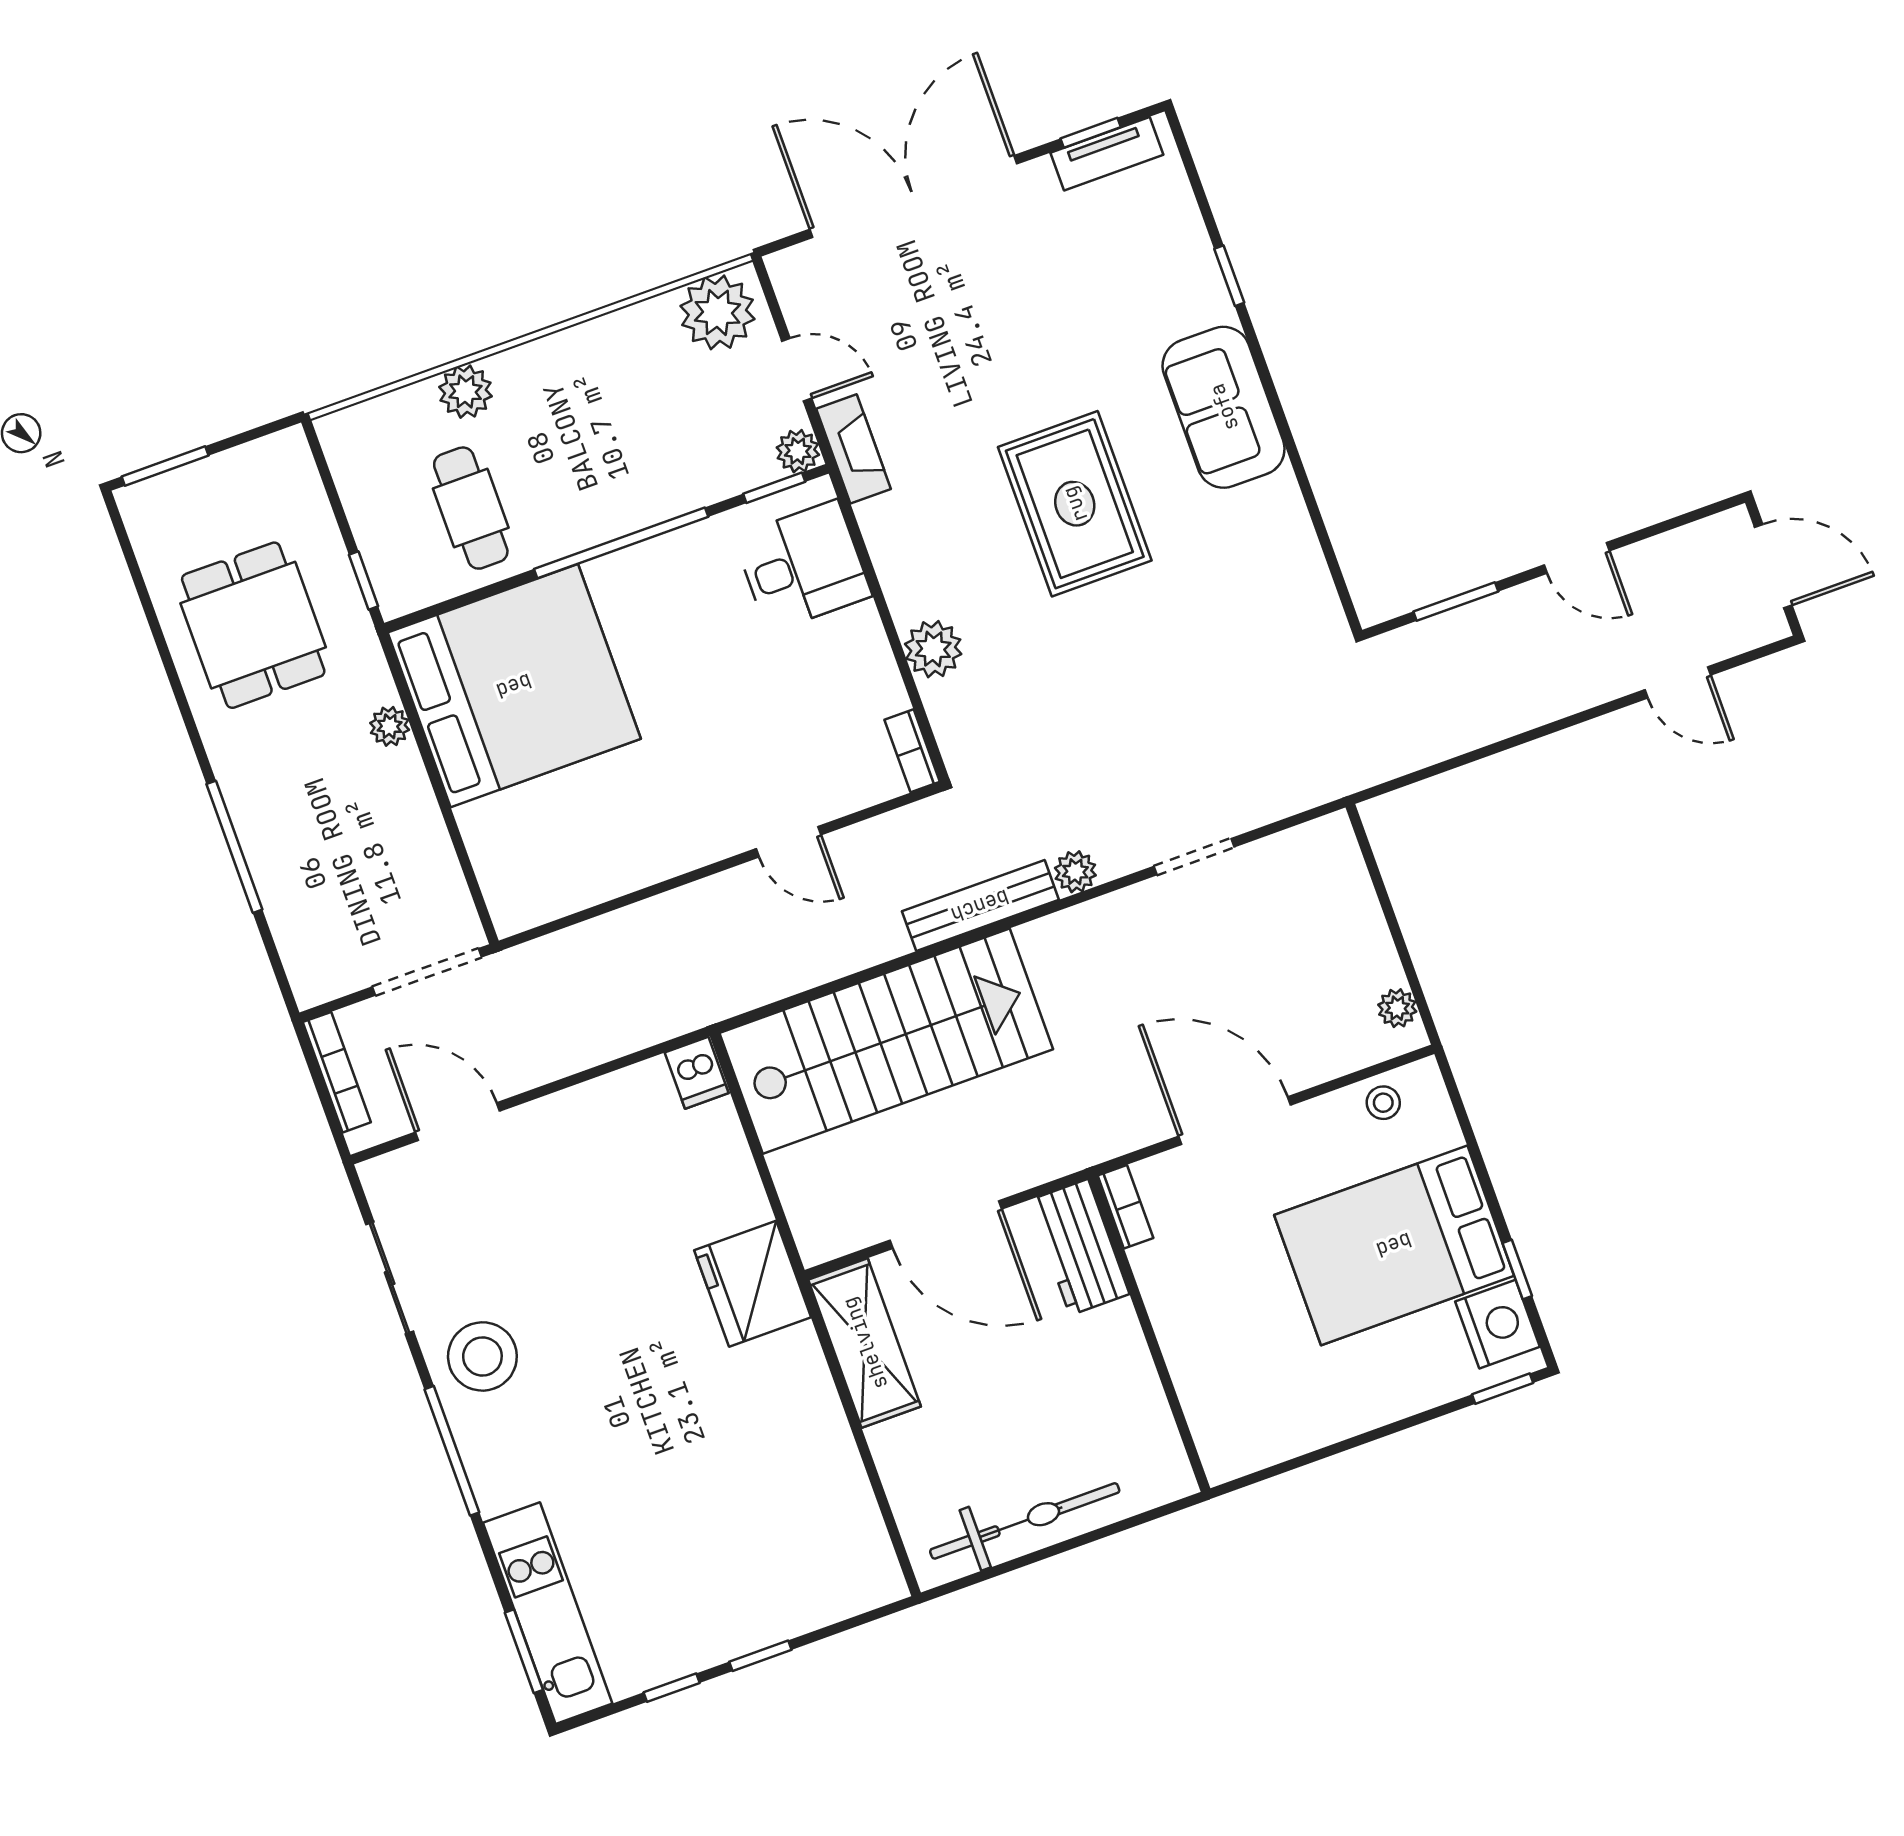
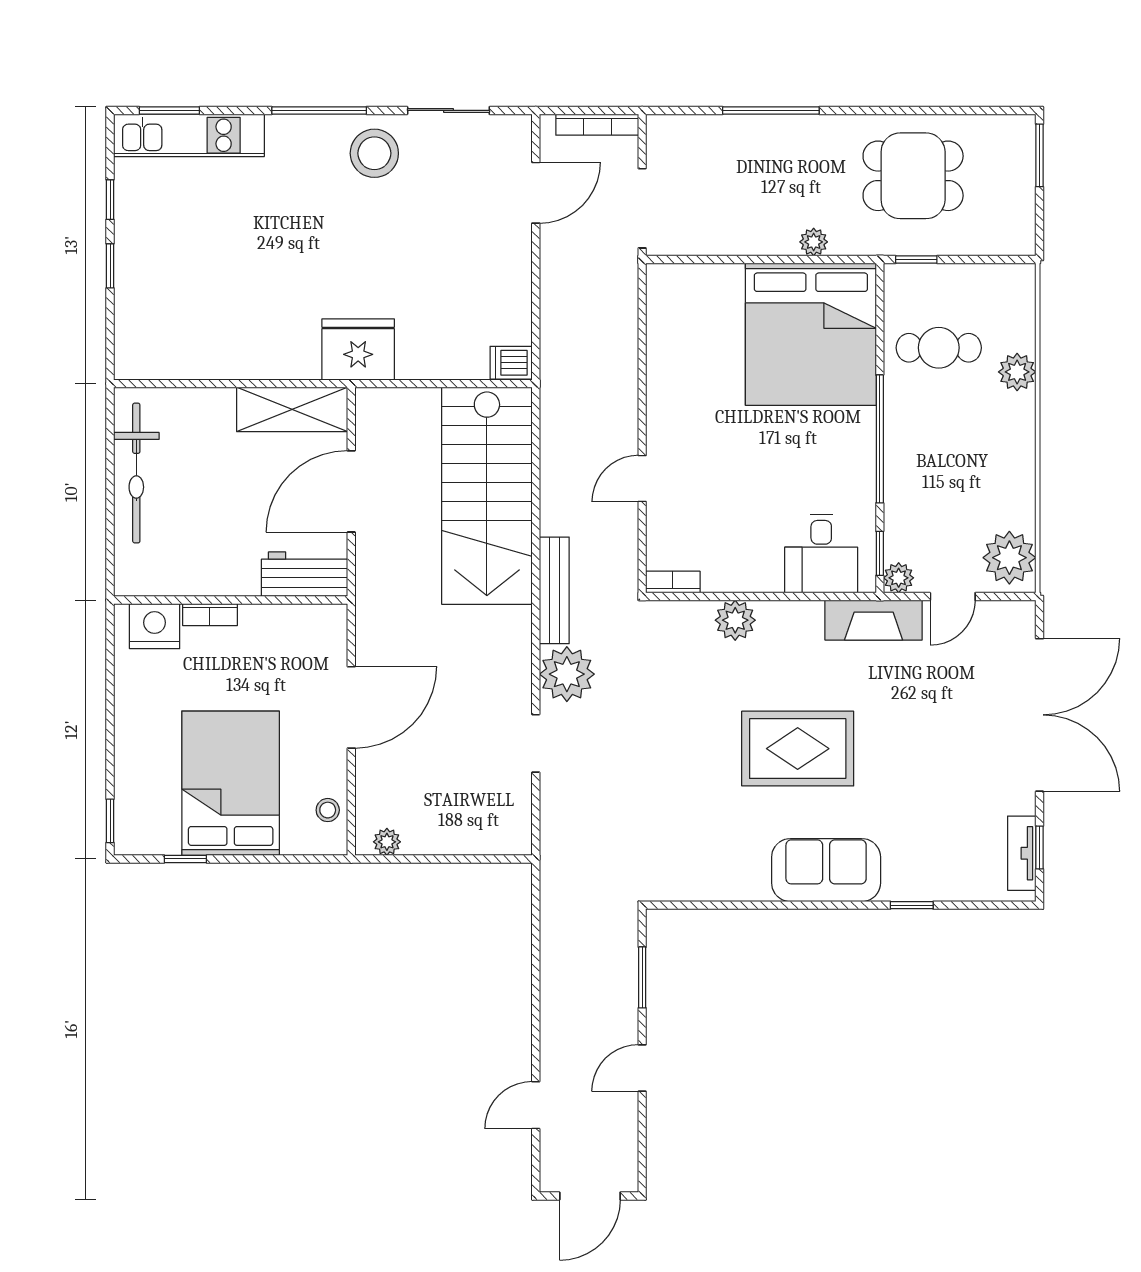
fireplace: (854, 449) -> (874, 620), width x1.37, depth x1.32
plant: (1075, 872) -> (567, 674), width x1.87, depth x1.87
bookcase: (1125, 1207) -> (210, 615), moved
nightstand: (1498, 1324) -> (155, 626), moved, turned 180

